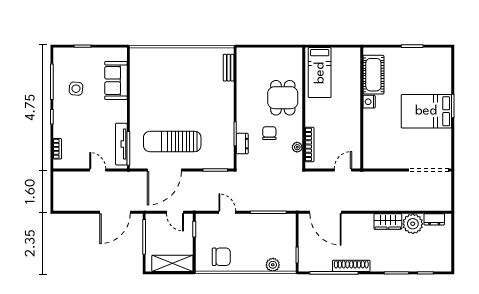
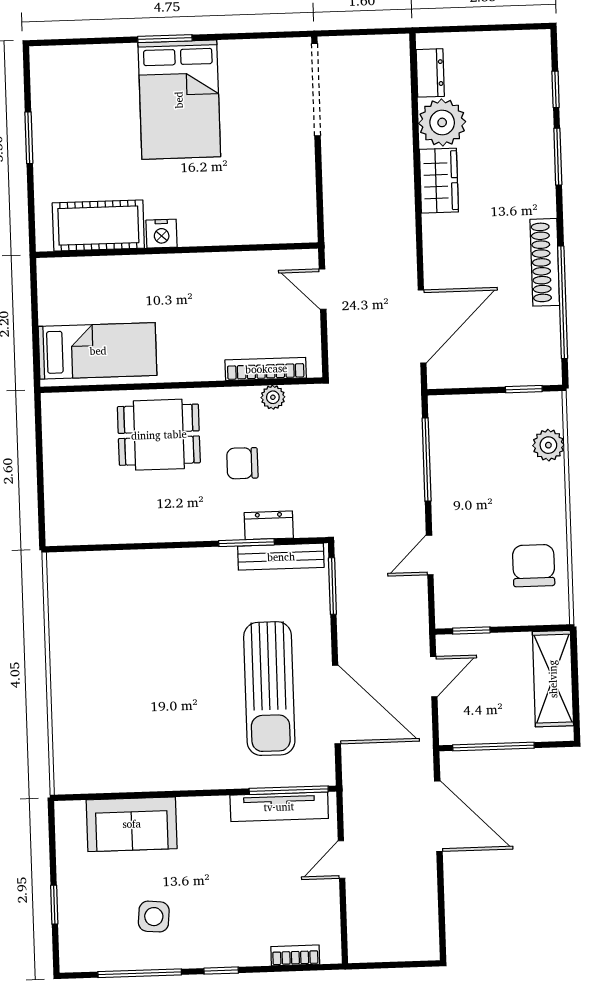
bench: (229, 68) -> (281, 557), moved, width x1.36

